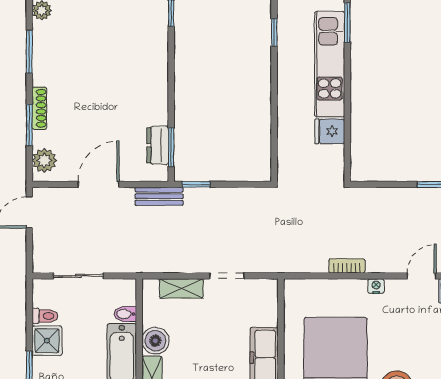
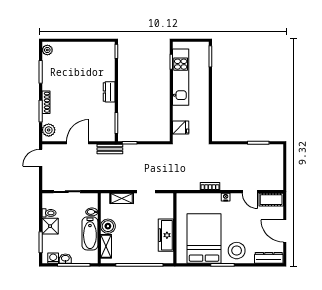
kitchen unit: (330, 64) -> (181, 77), moved, turned 180
fridge: (330, 131) -> (181, 128), moved, turned 180
dresser: (158, 145) -> (109, 92), moved
door: (422, 276) -> (250, 192), swing flipped

